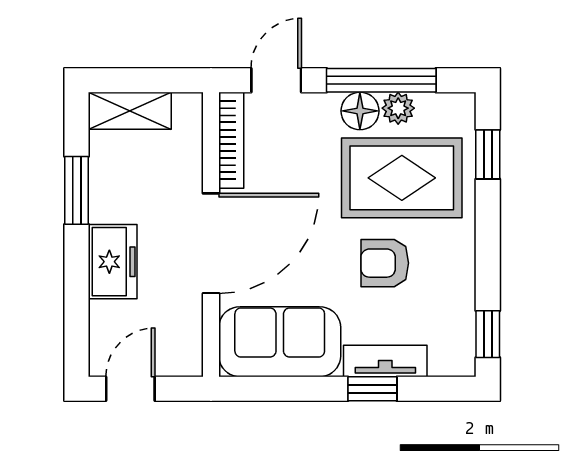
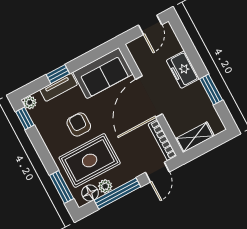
shelving: (130, 111) -> (195, 137), moved
floor lamp: (360, 111) -> (90, 193), moved
window: (488, 154) -> (62, 187), width x1.50
armchair: (385, 263) -> (79, 125), turned -90
plant: (461, 361) -> (30, 102), added

